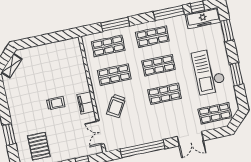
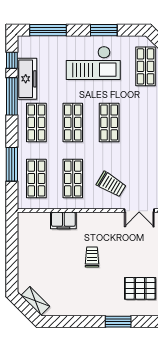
freezer: (203, 18) -> (27, 79), moved
window: (227, 30) -> (48, 30), width x1.44
filing cabinet: (86, 103) -> (63, 220), moved

